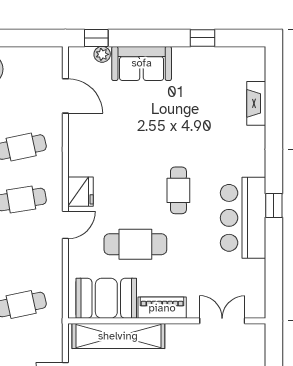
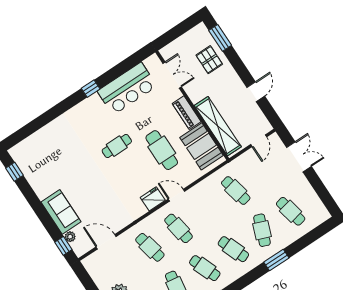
window: (203, 38) -> (14, 172), moved
door: (65, 96) -> (106, 242), hinge flipped
fireplace: (256, 103) -> (41, 135), removed
bar counter: (243, 218) -> (127, 89), moved
double door: (222, 321) -> (172, 75), swing flipped

